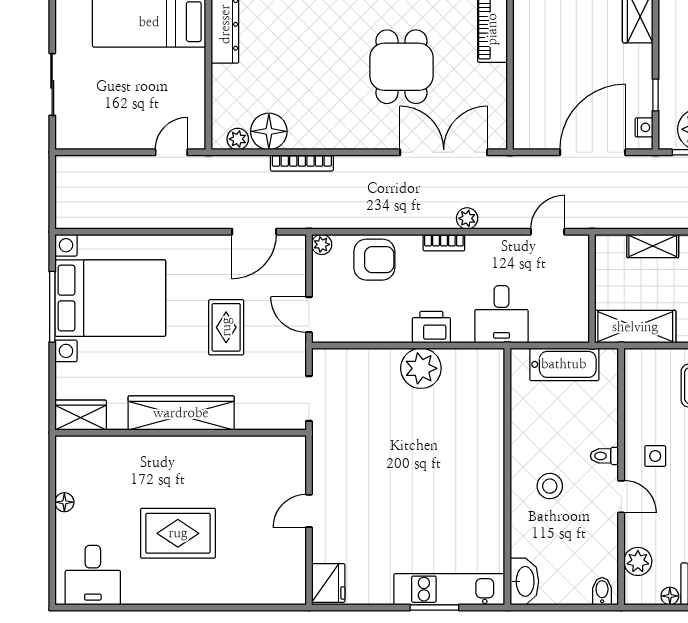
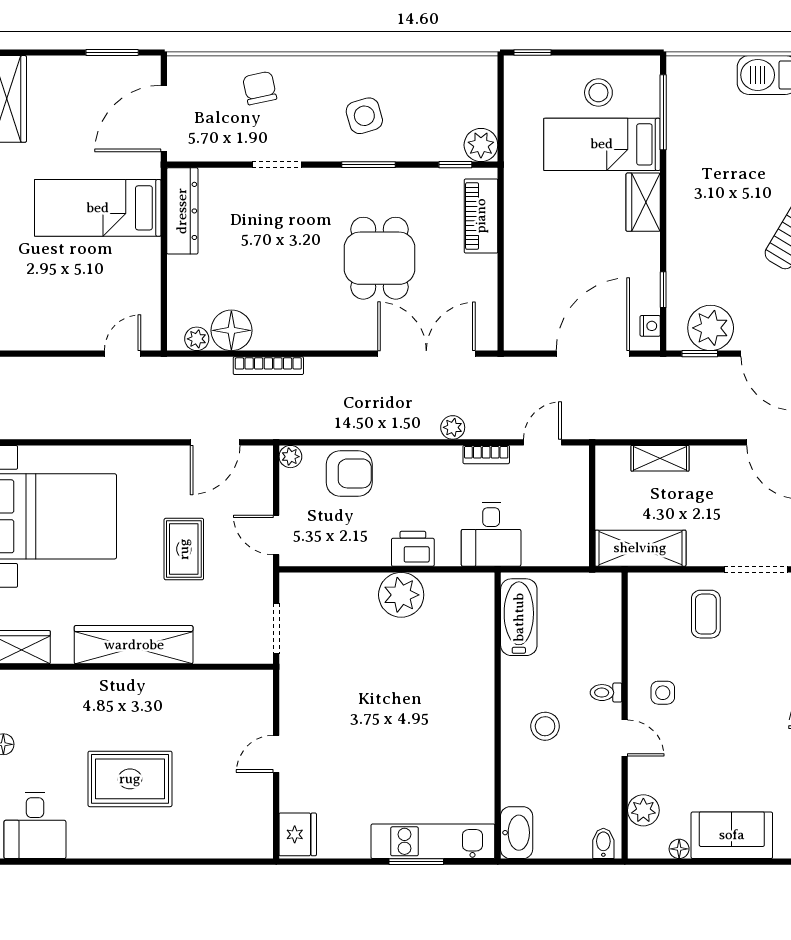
bookcase: (444, 243) -> (486, 455), moved
bathtub: (564, 364) -> (519, 617), moved, turned -90

